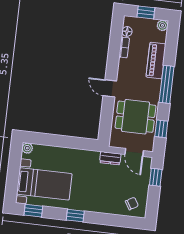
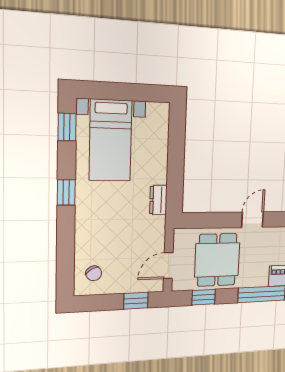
plant: (27, 148) -> (162, 110), removed
dresser: (110, 158) -> (158, 200), moved

